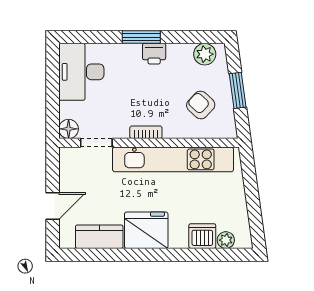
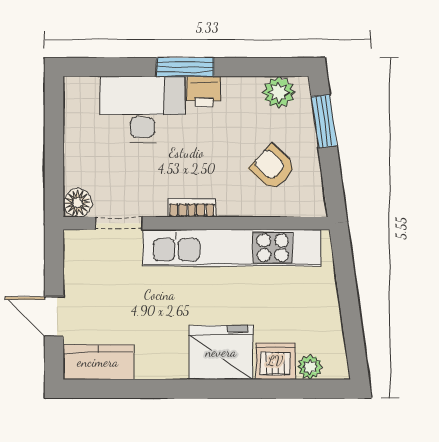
desk: (81, 72) -> (142, 109), moved, turned 90
window: (238, 90) -> (324, 121), moved
door: (53, 206) -> (54, 317), swing flipped
fridge: (146, 230) -> (221, 352), moved
kitchen counter: (99, 237) -> (98, 362), moved

